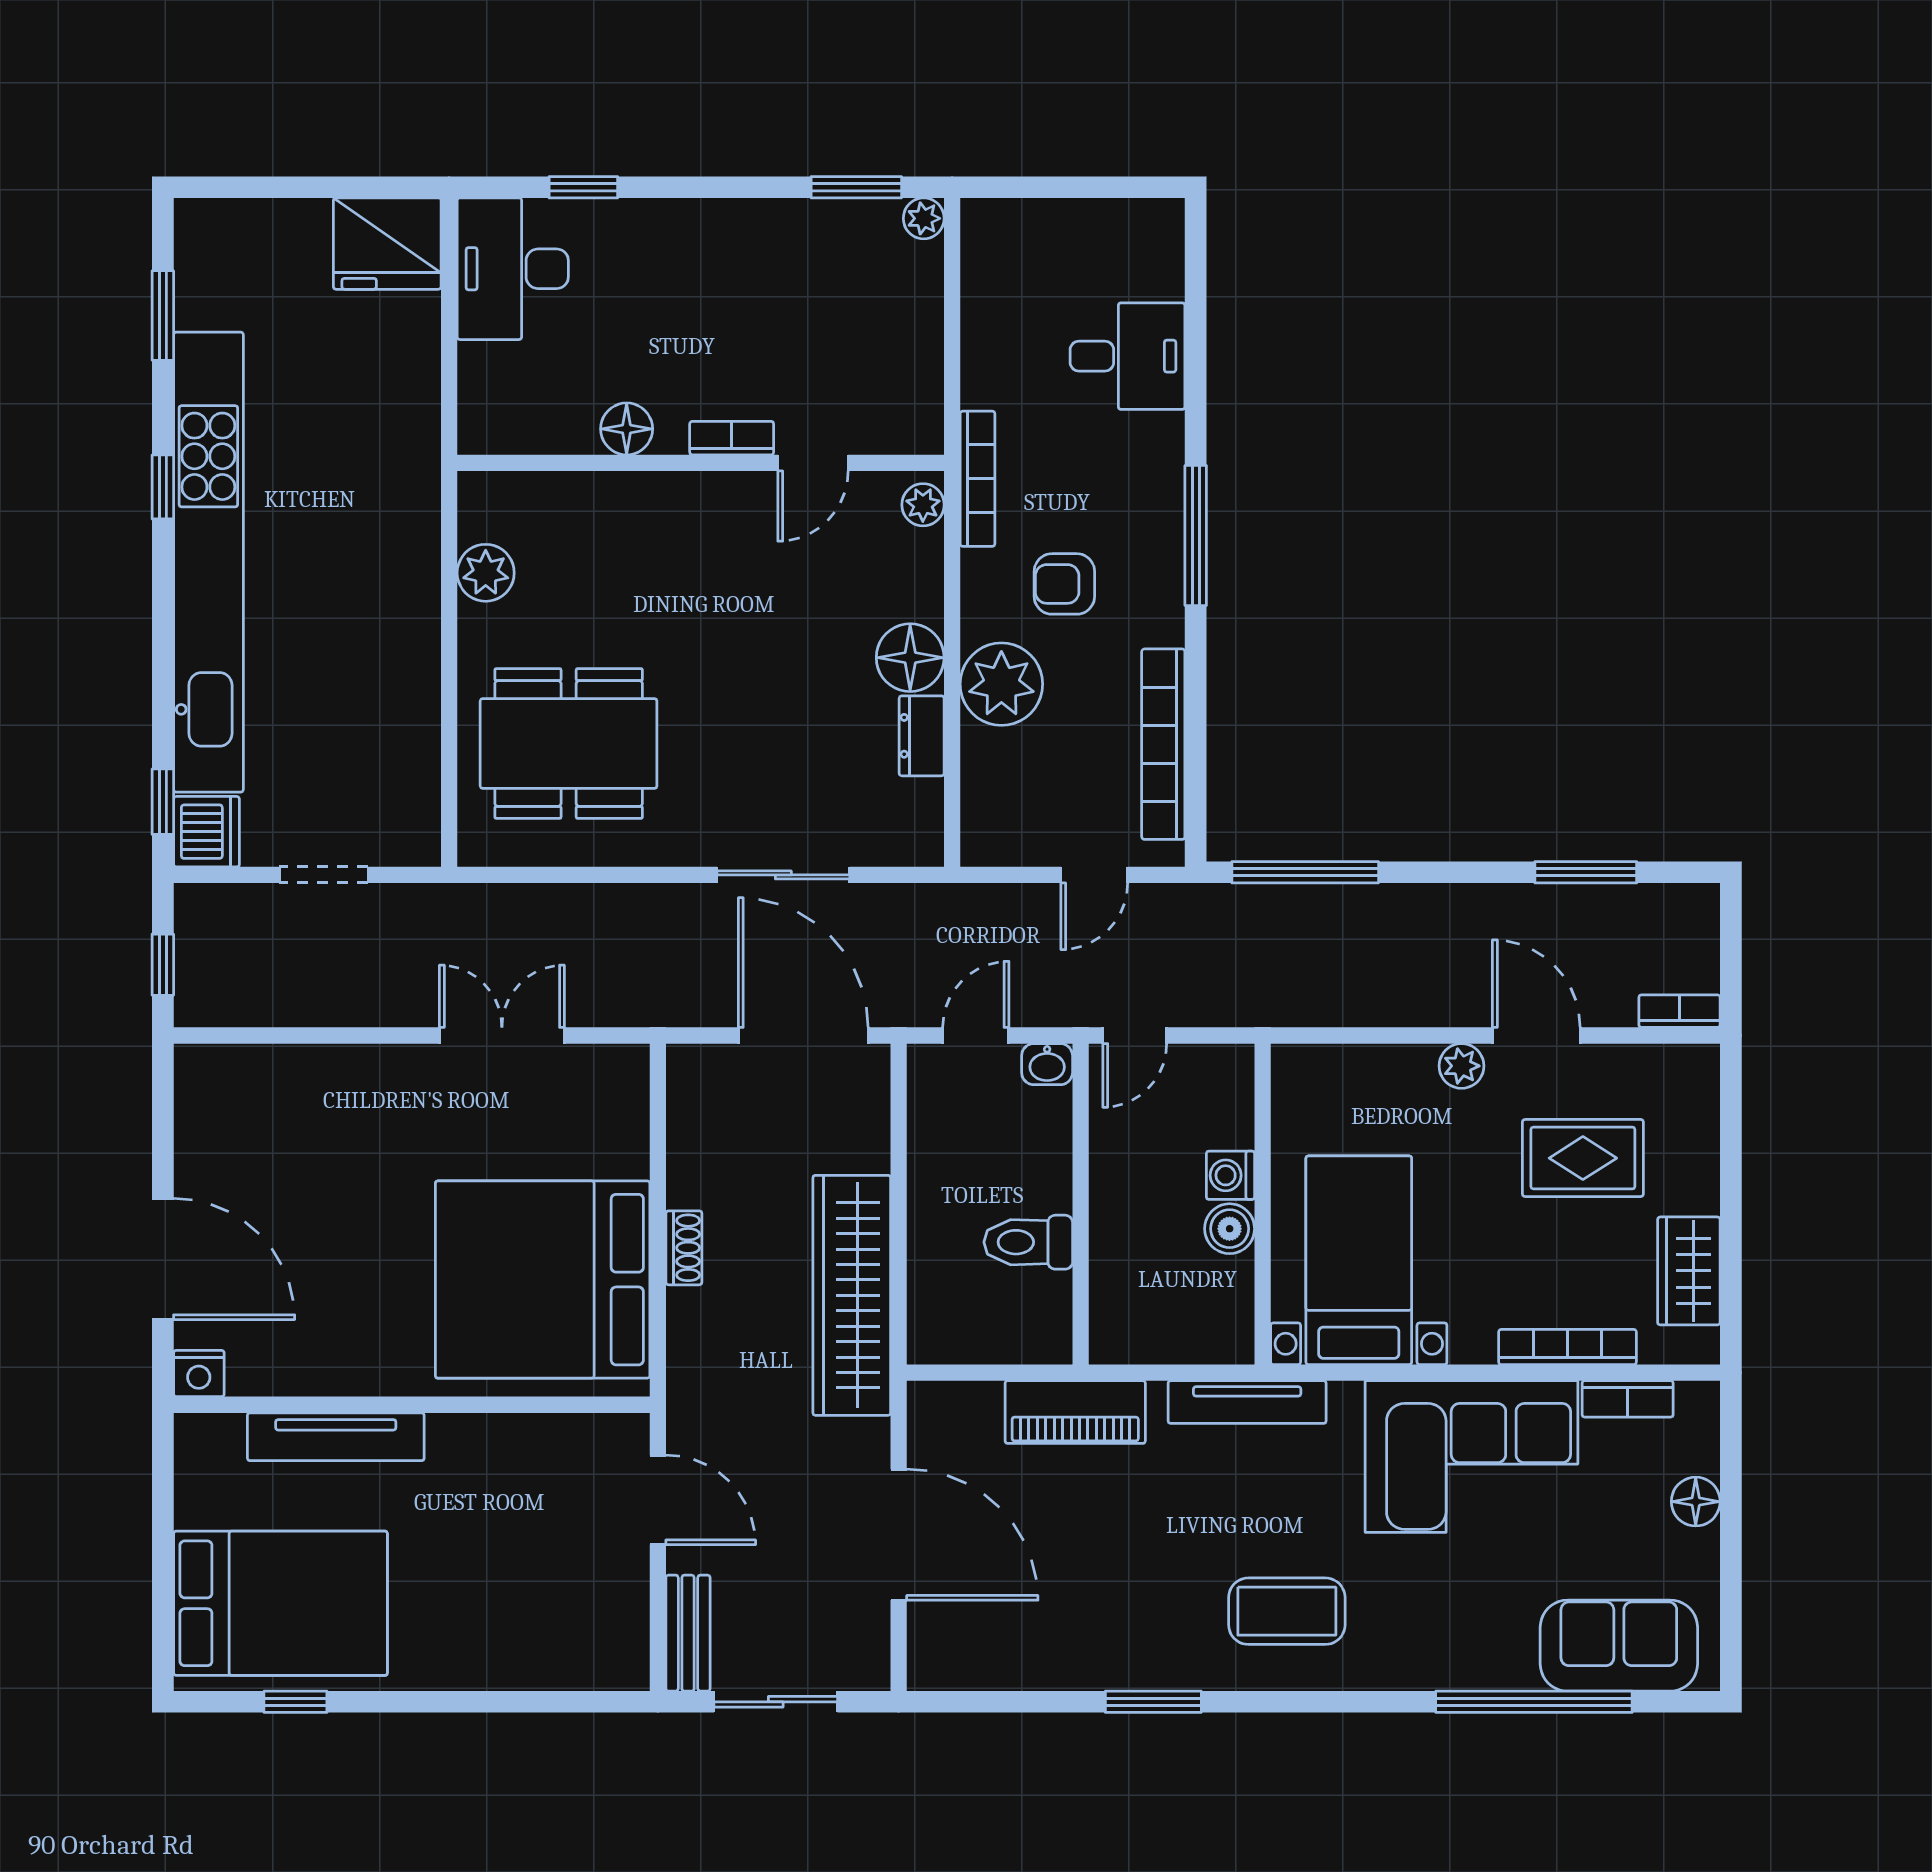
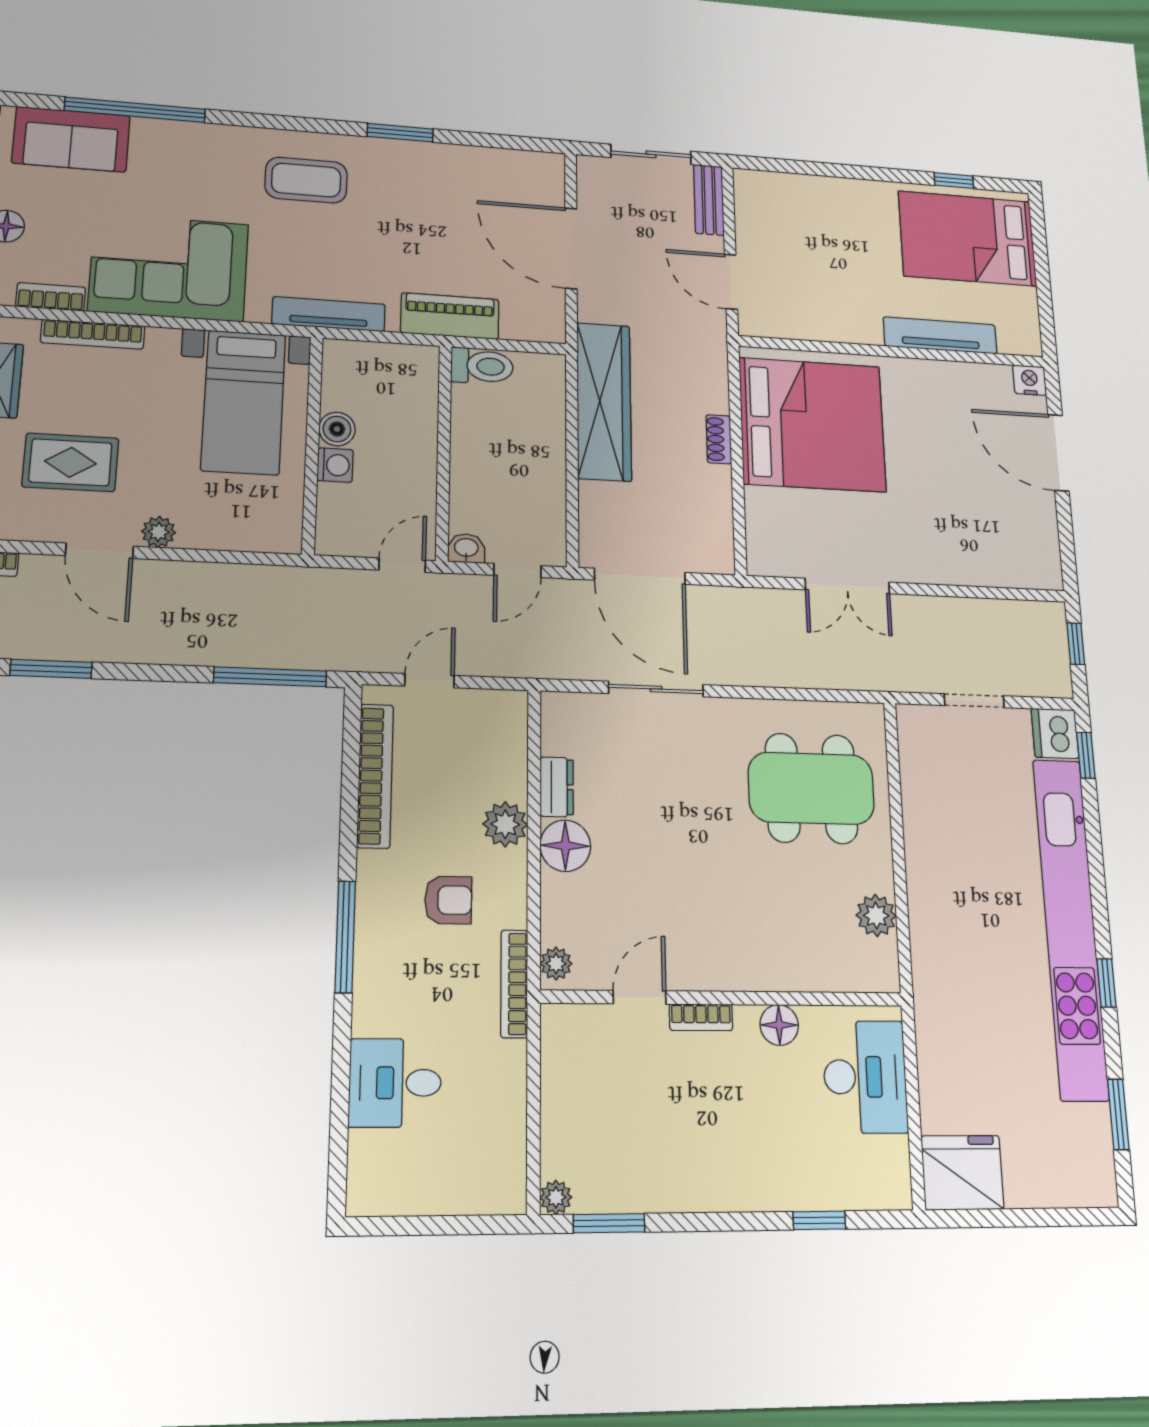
desk: (513, 269) -> (865, 1077), moved
plant: (1001, 684) -> (505, 824), width x0.73, depth x0.73
toilet: (1028, 1242) -> (482, 366), moved

